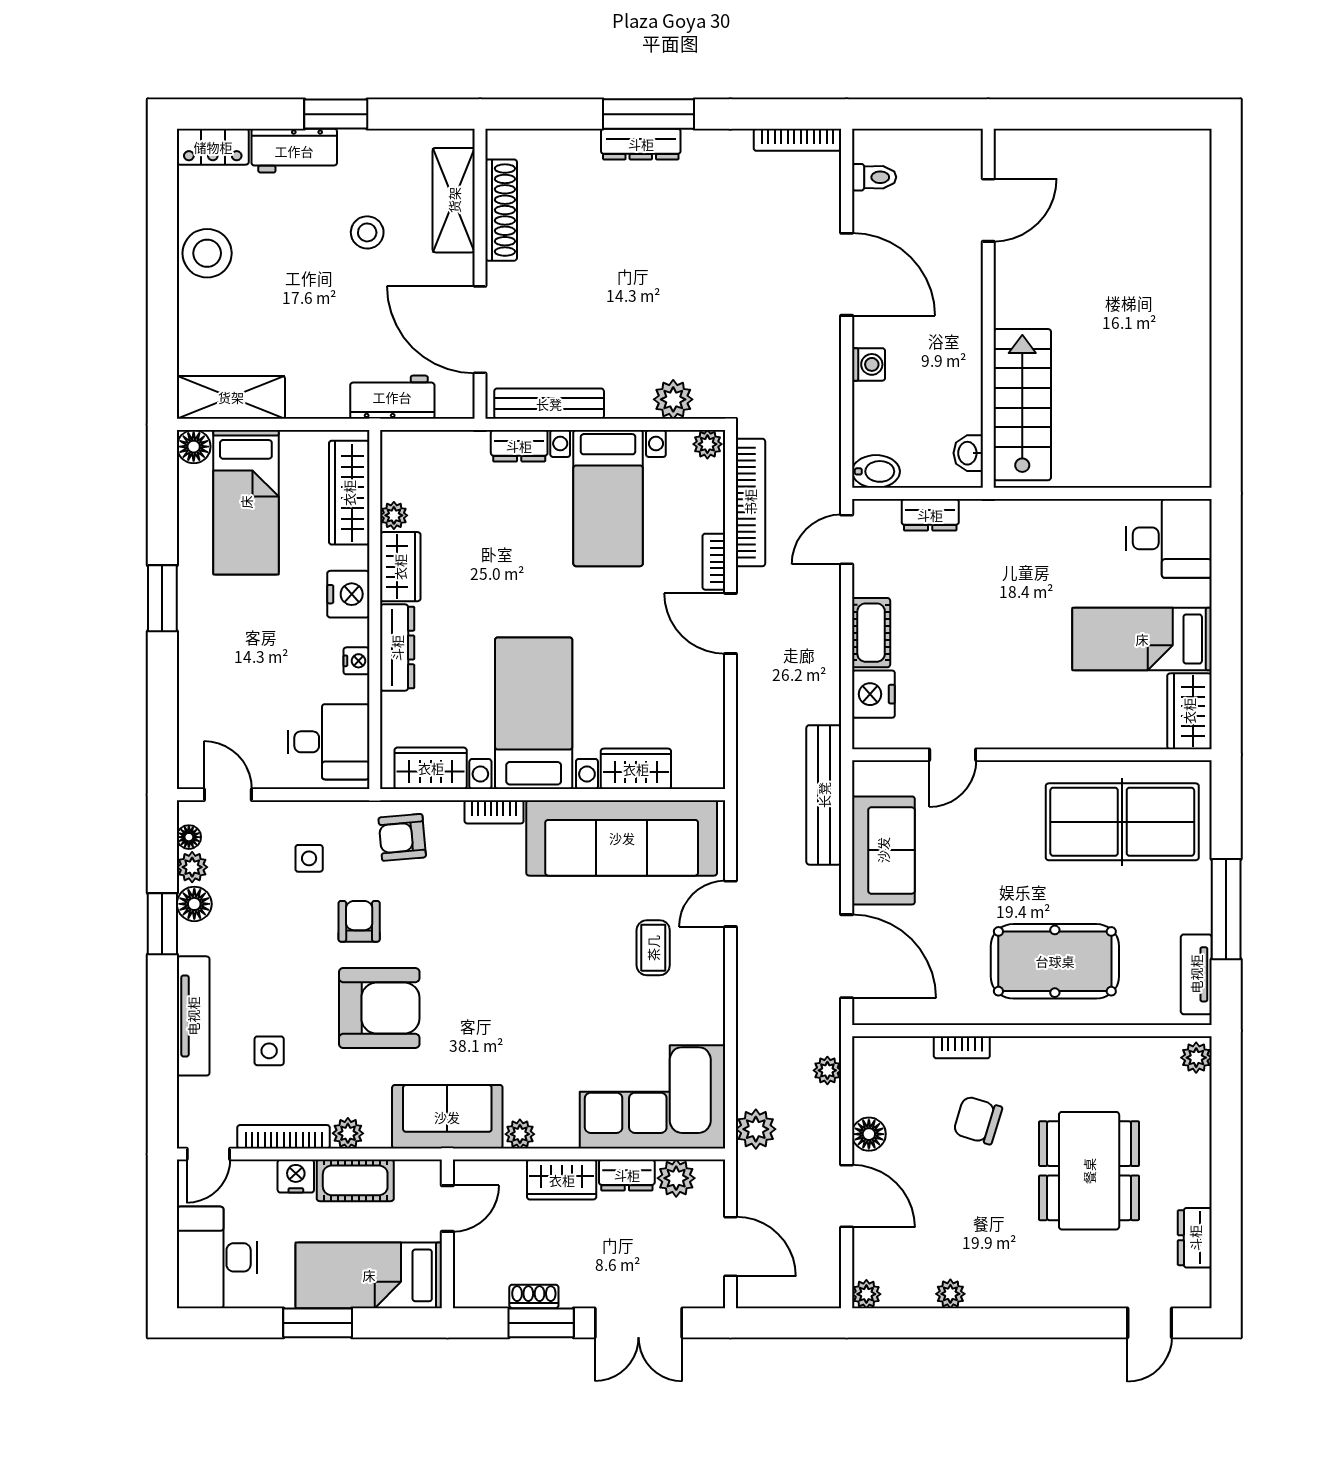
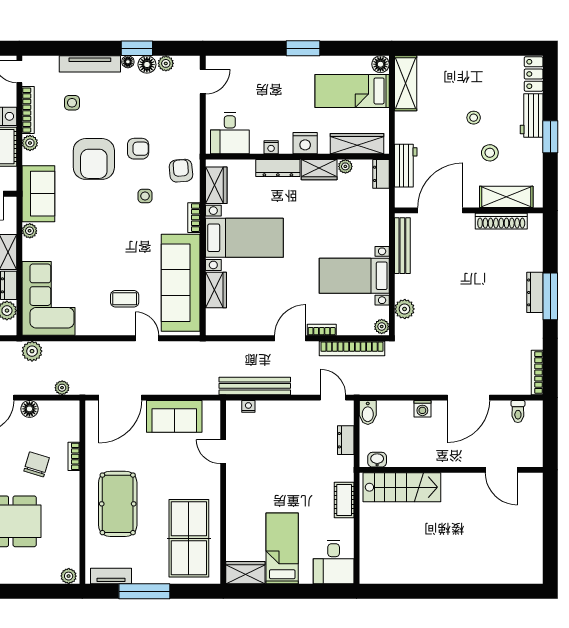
stool: (207, 253) -> (474, 118), moved, width x0.53, depth x0.53
dresser: (519, 446) -> (381, 174), moved
cot: (871, 633) -> (344, 500), moved, turned 90
nightstand: (873, 694) -> (248, 406), width x0.53, depth x0.56
bench: (824, 795) -> (255, 386), moved
floor lamp: (189, 837) -> (128, 62), moved
side table: (309, 858) -> (145, 196), moved

